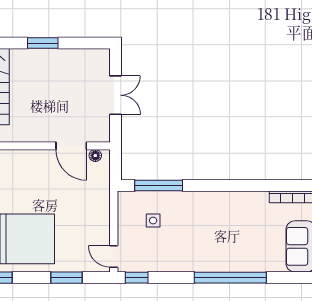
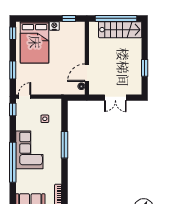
window: (43, 43) -> (145, 68), moved
window: (159, 186) -> (64, 145), moved
corner sofa: (208, 248) -> (29, 150), added

